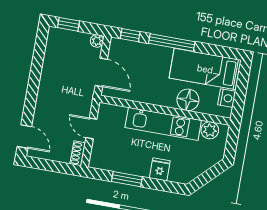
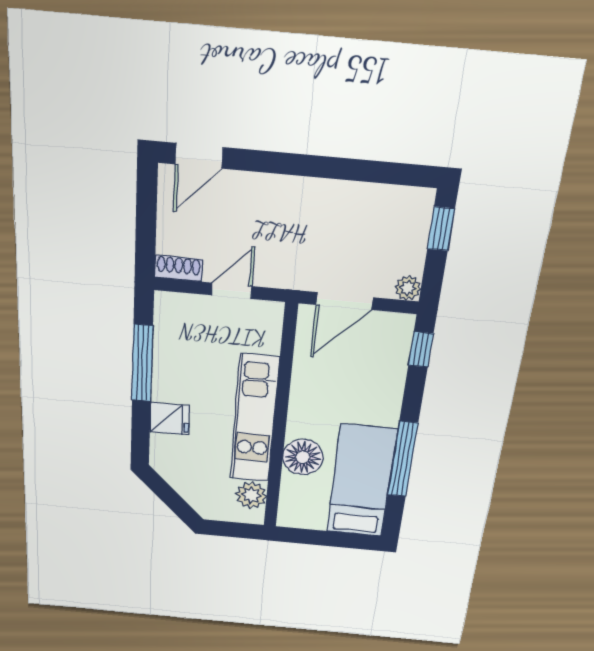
window: (172, 43) -> (403, 459), moved
nightstand: (227, 98) -> (311, 518), removed
window: (127, 179) -> (142, 363), width x1.44

